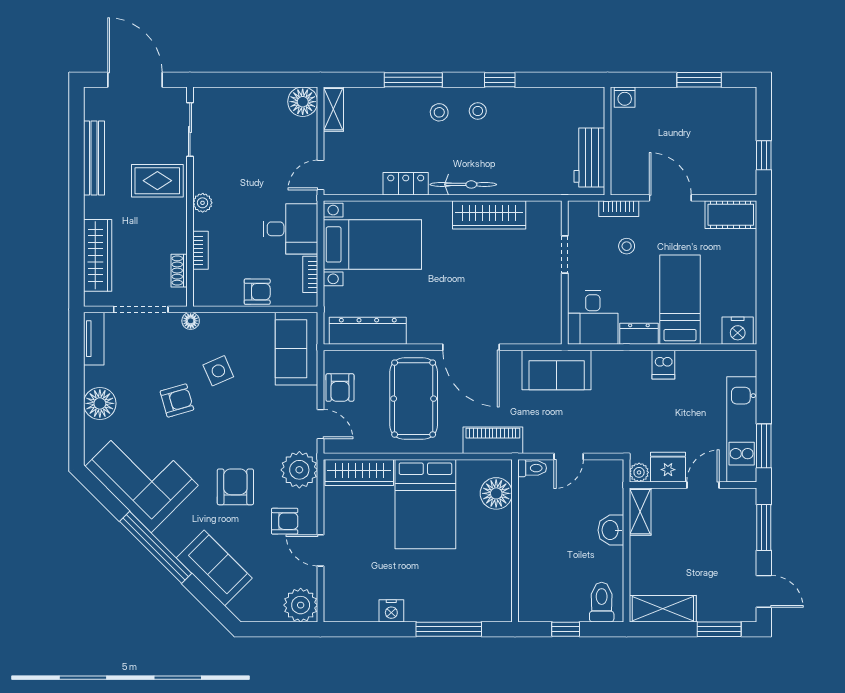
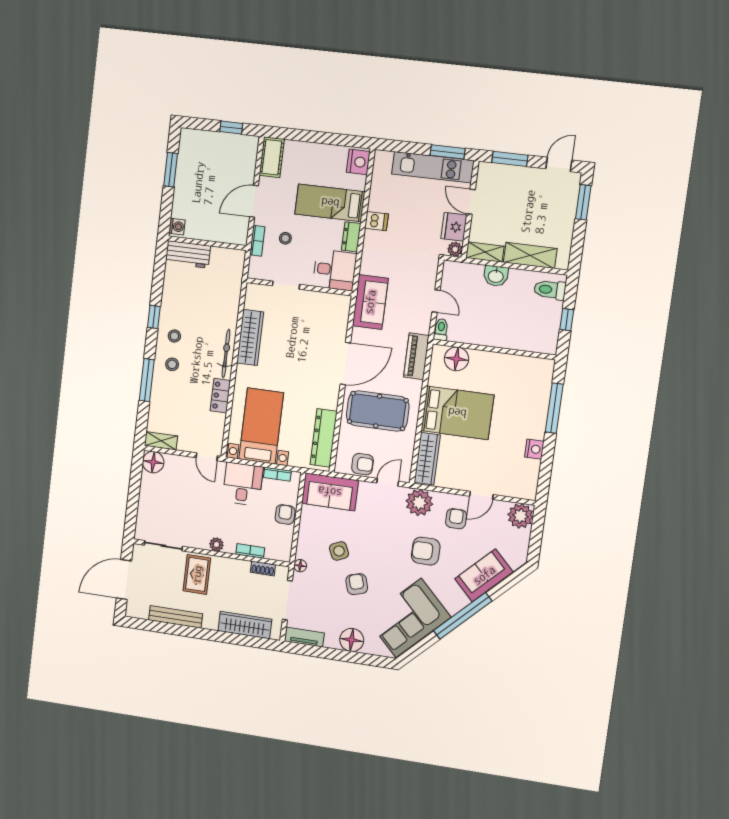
workbench: (589, 157) -> (188, 254), moved
shelving: (663, 609) -> (530, 255), moved, turned 90

